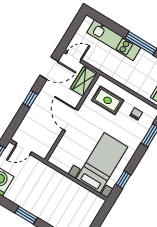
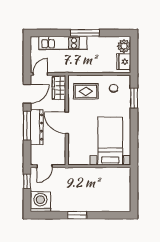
window: (30, 99) -> (27, 126), width x2.17
dresser: (39, 106) -> (37, 127), added
window: (123, 180) -> (134, 144), removed

